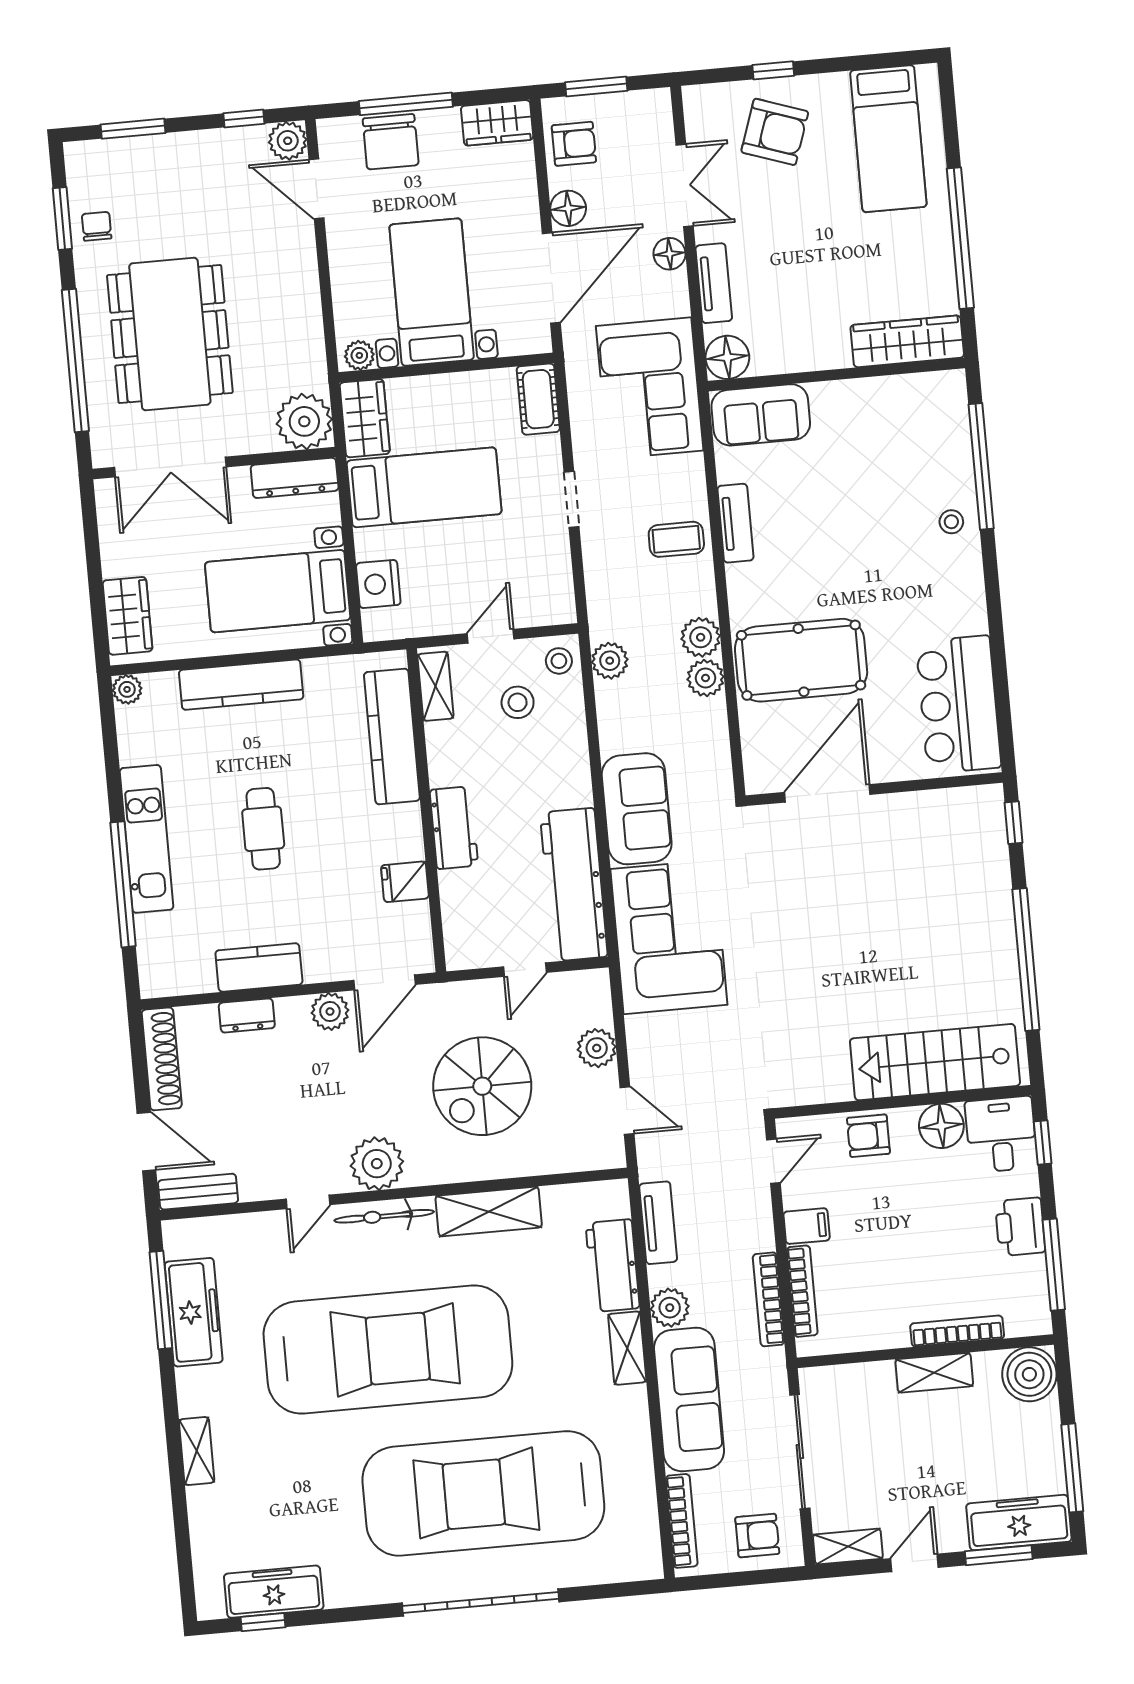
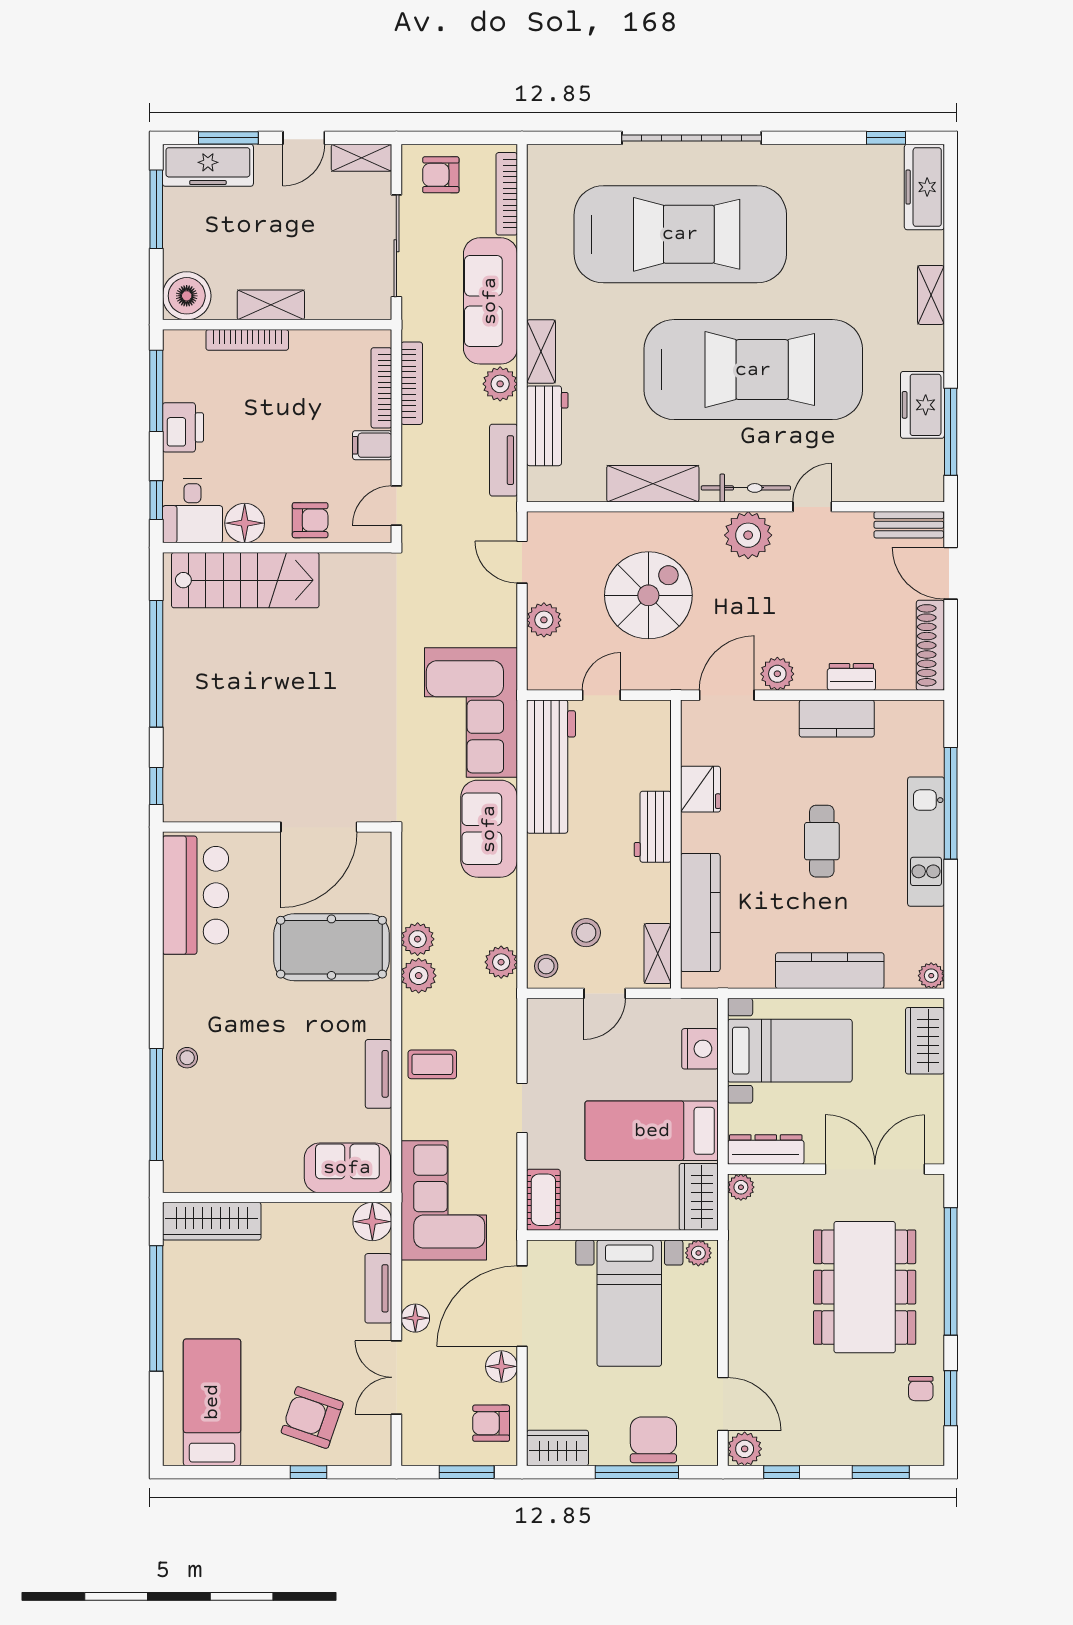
plant: (304, 421) -> (741, 1187), width x0.53, depth x0.53
fridge: (405, 882) -> (700, 789), width x1.38
freezer: (194, 1312) -> (922, 405), width x0.71
car: (388, 1349) -> (753, 370), turned 180
freezer: (274, 1592) -> (924, 187), moved, turned 90

